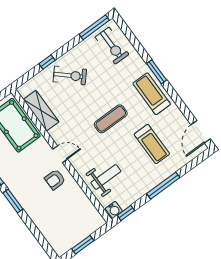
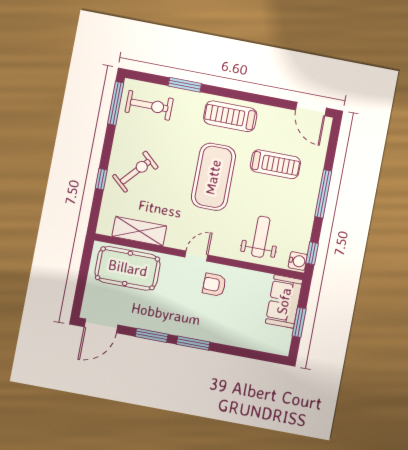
window: (157, 72) -> (185, 85), moved
exercise mat: (111, 119) -> (213, 177), width x2.00, depth x1.45
armchair: (55, 179) -> (214, 285), turned 90
sofa: (85, 225) -> (284, 301), added

